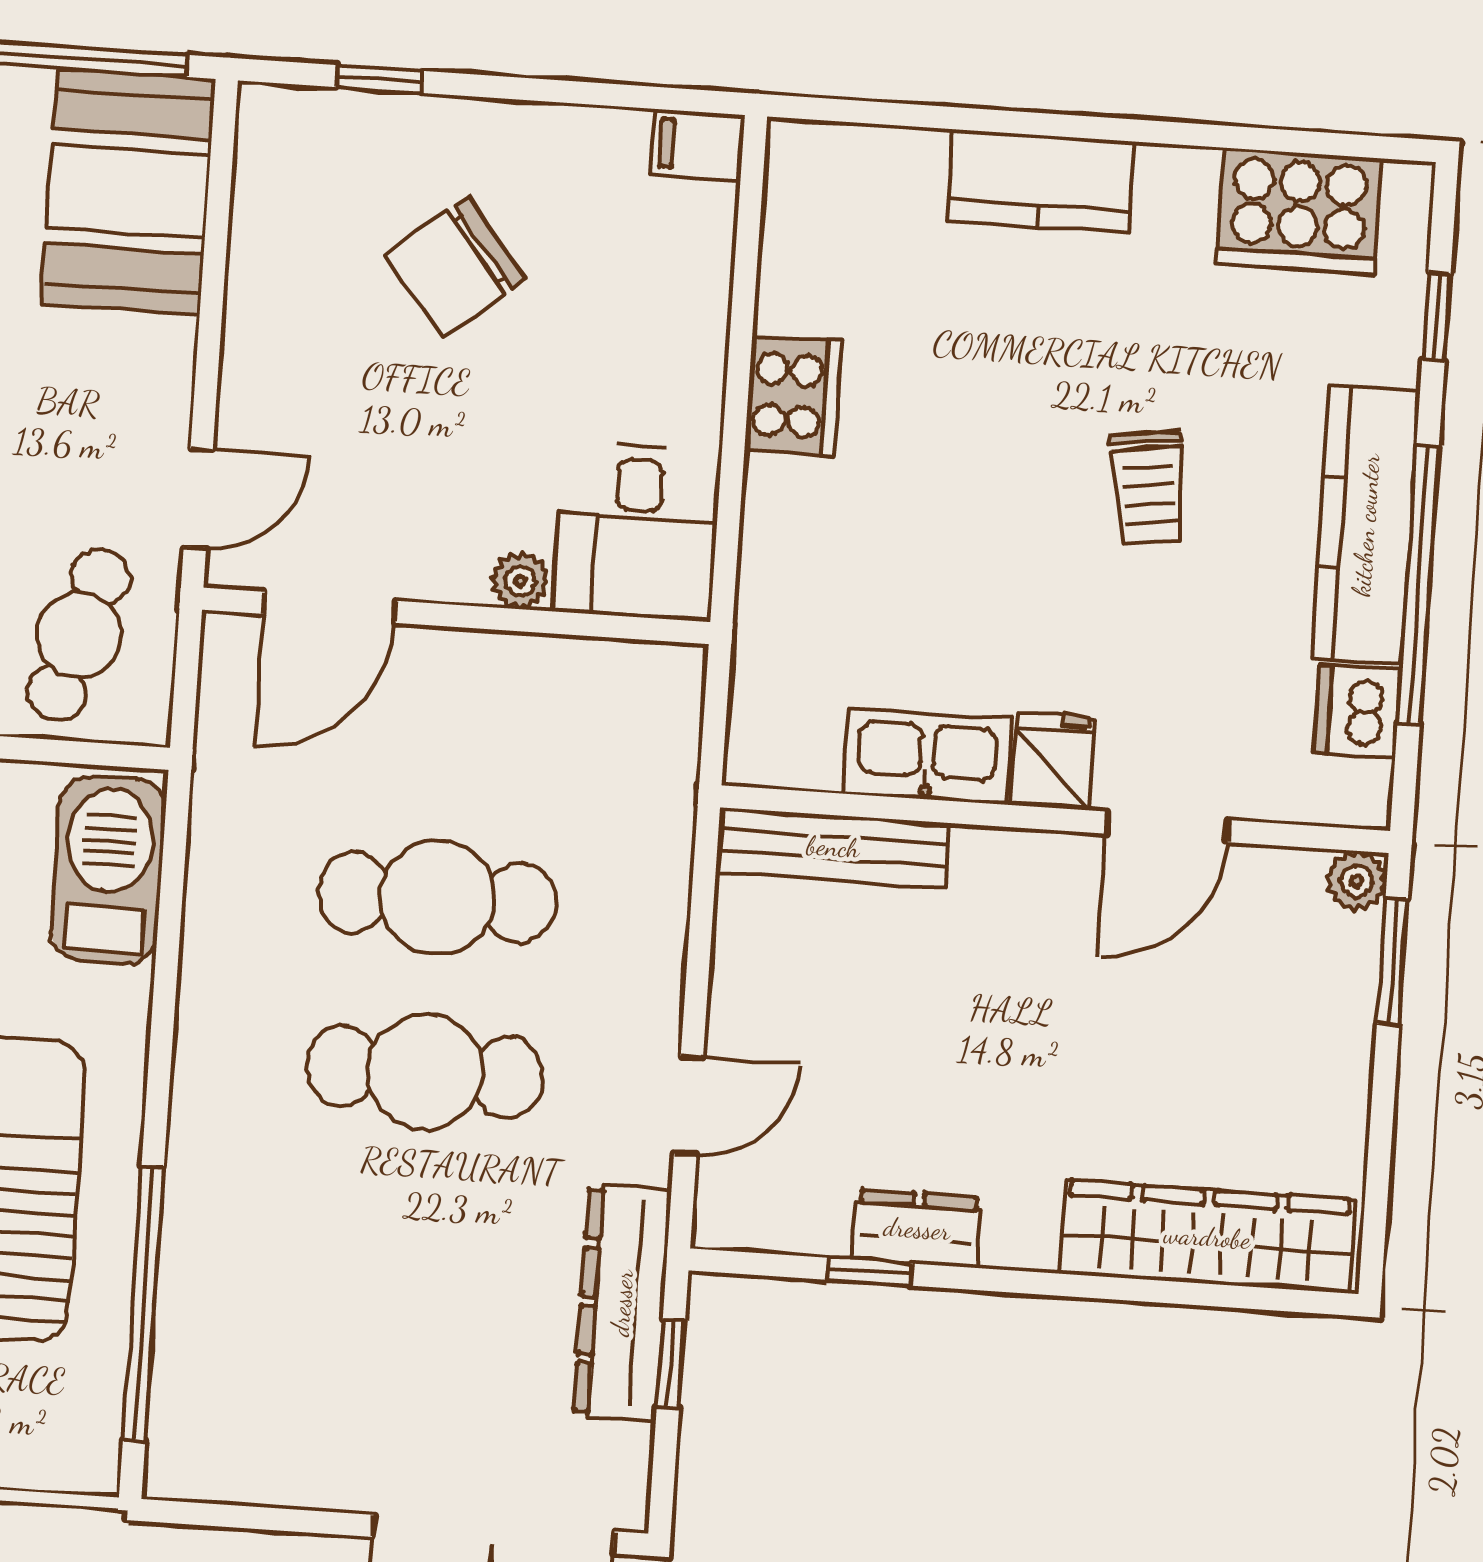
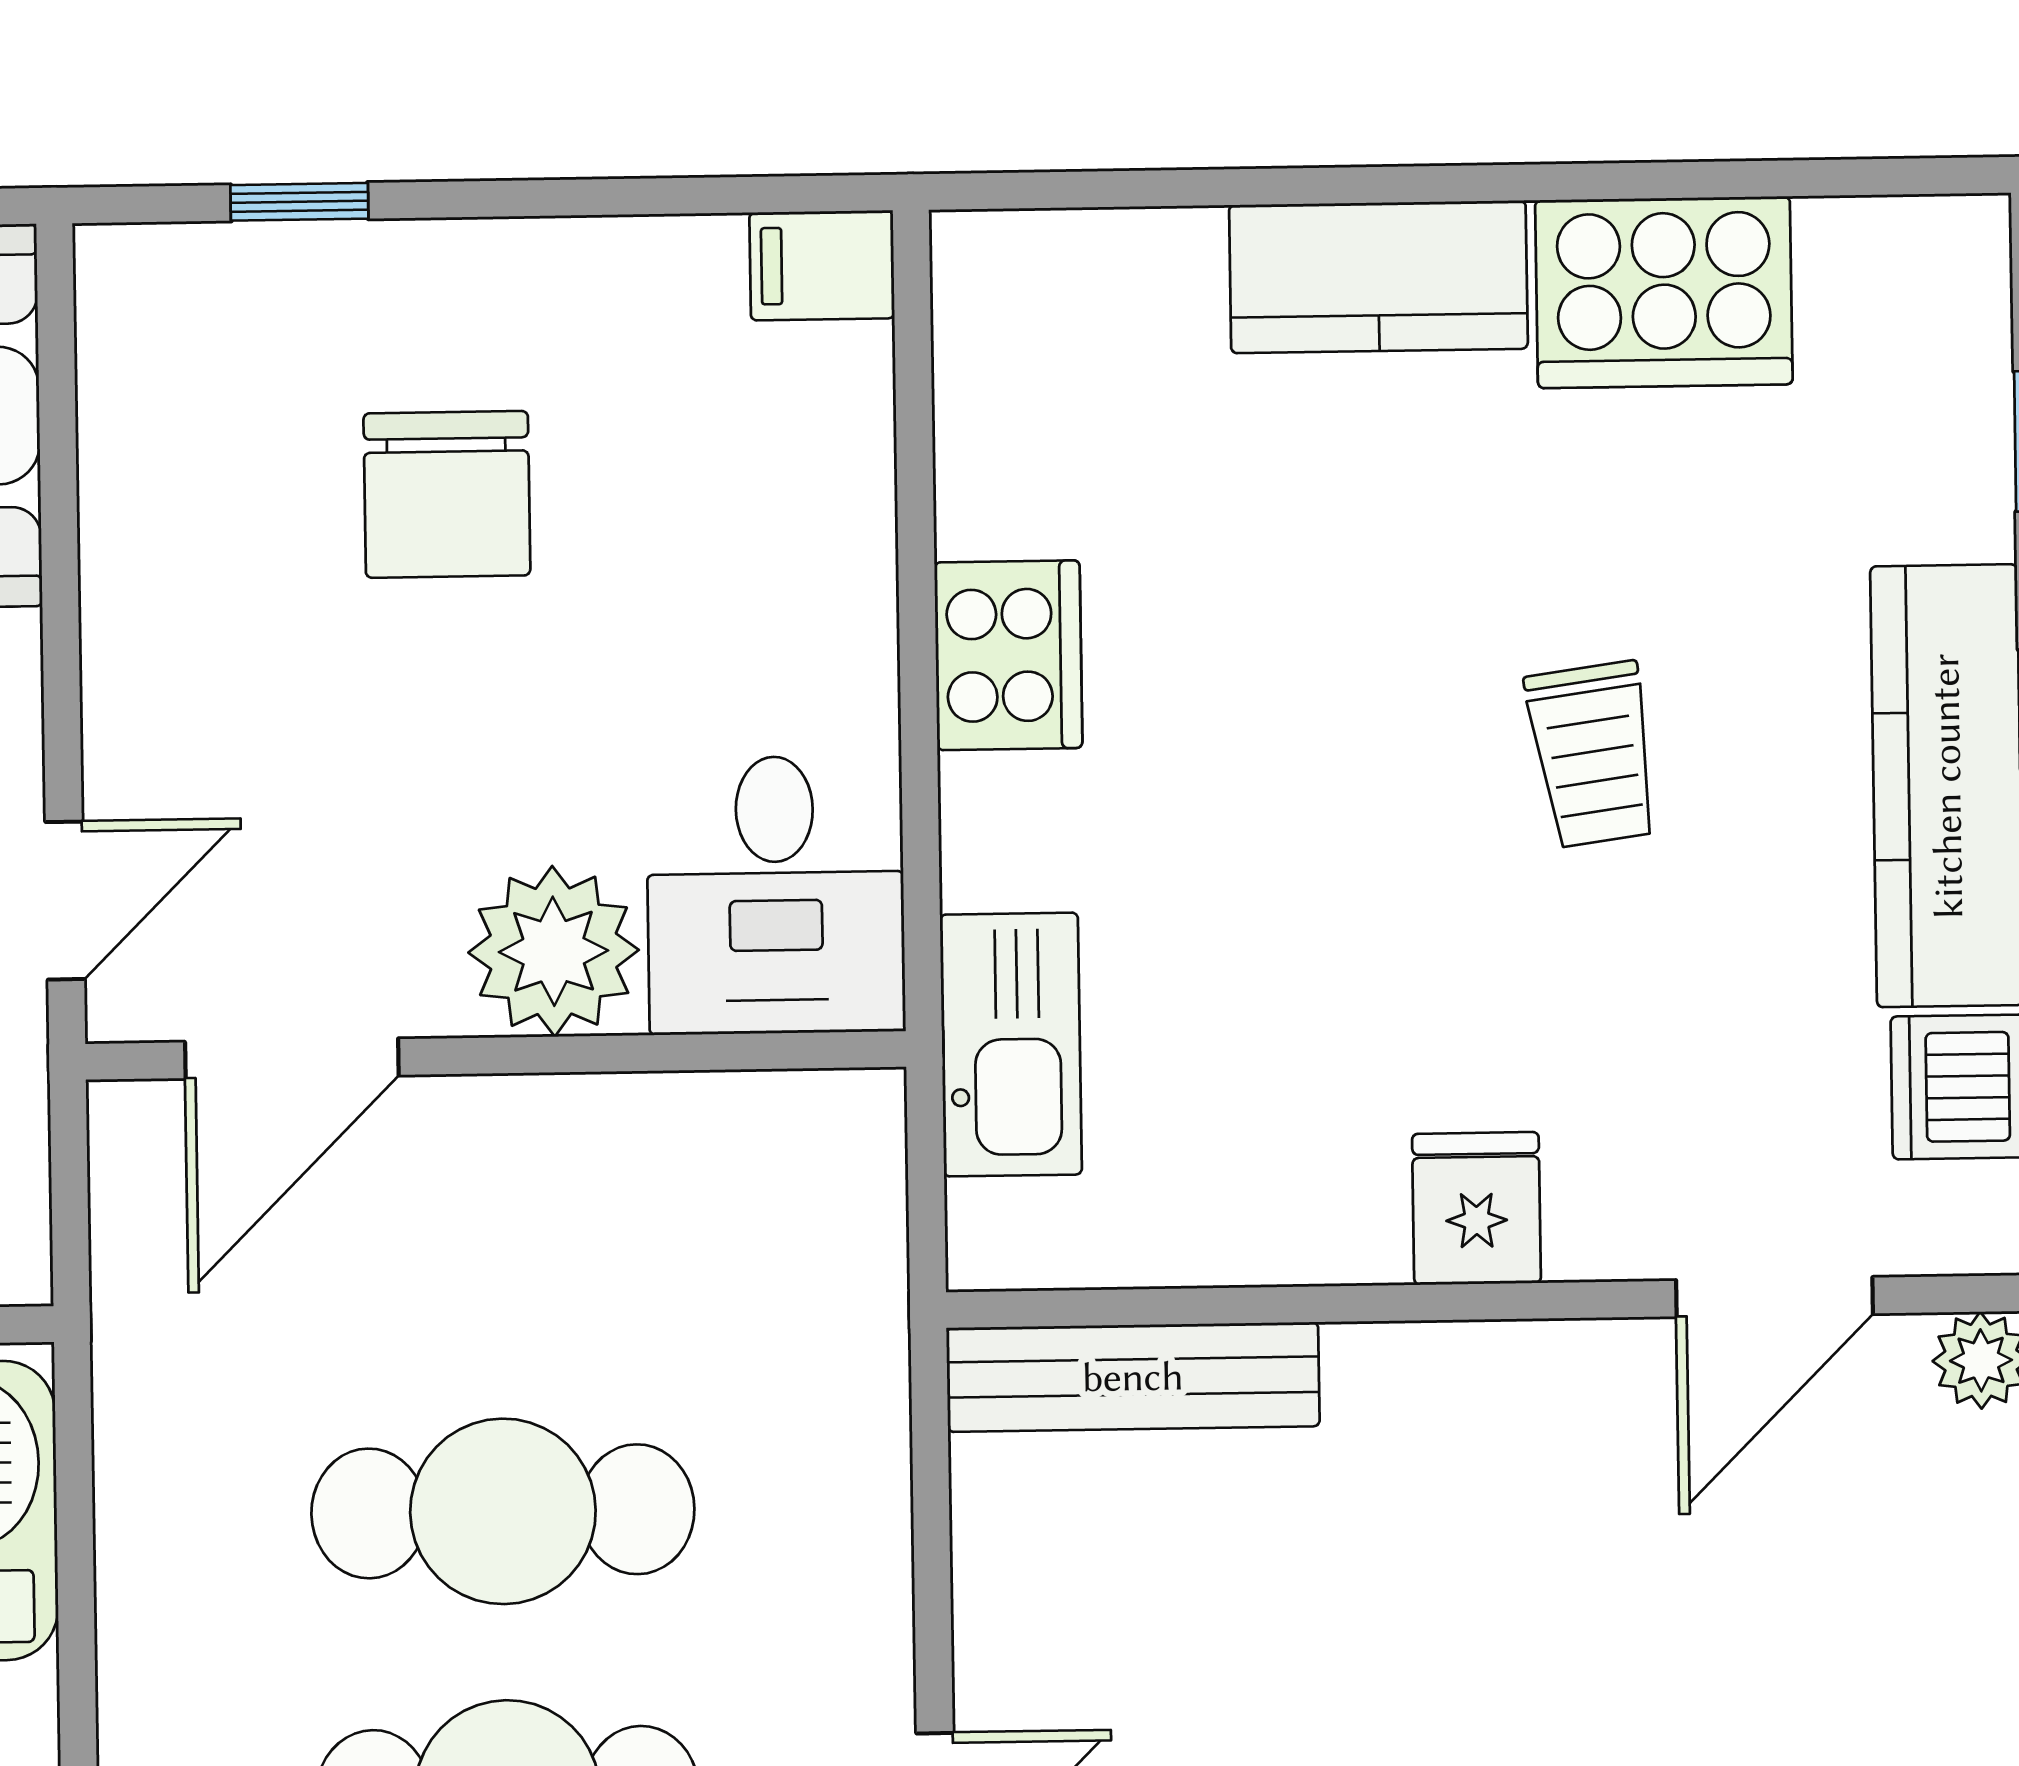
cooker: (1299, 211) -> (1664, 292), moved
chair: (455, 267) -> (447, 494), turned -51
plant: (520, 581) -> (554, 951), width x1.88, depth x1.88
kitchen sink: (927, 757) -> (1011, 1045), moved, turned 90
door: (1168, 827) -> (1775, 1297), moved

